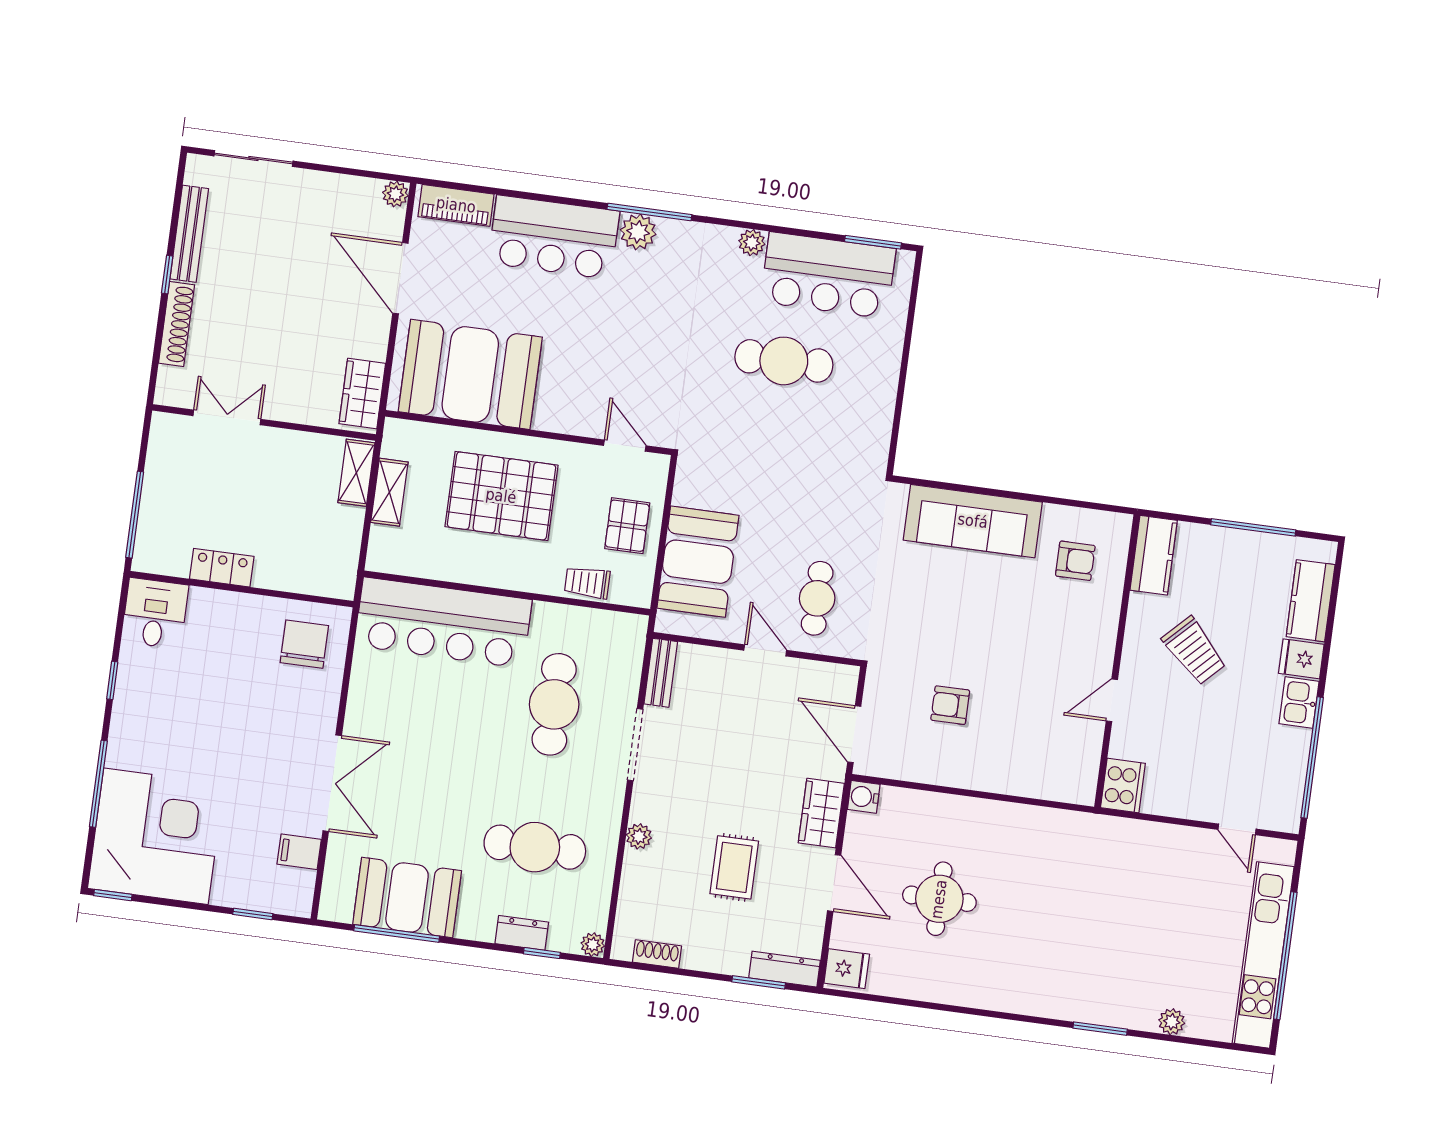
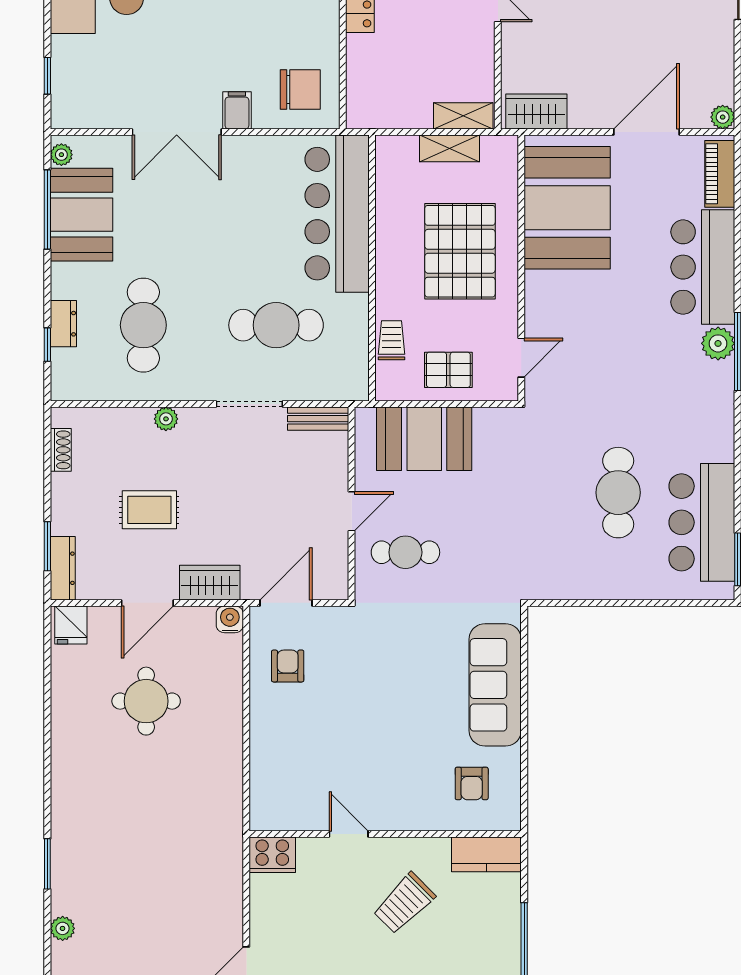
plant: (752, 243) -> (722, 449), removed
armchair: (950, 705) -> (288, 666), moved
filing cabinet: (299, 852) -> (237, 110), moved
plant: (593, 945) -> (61, 155), moved

